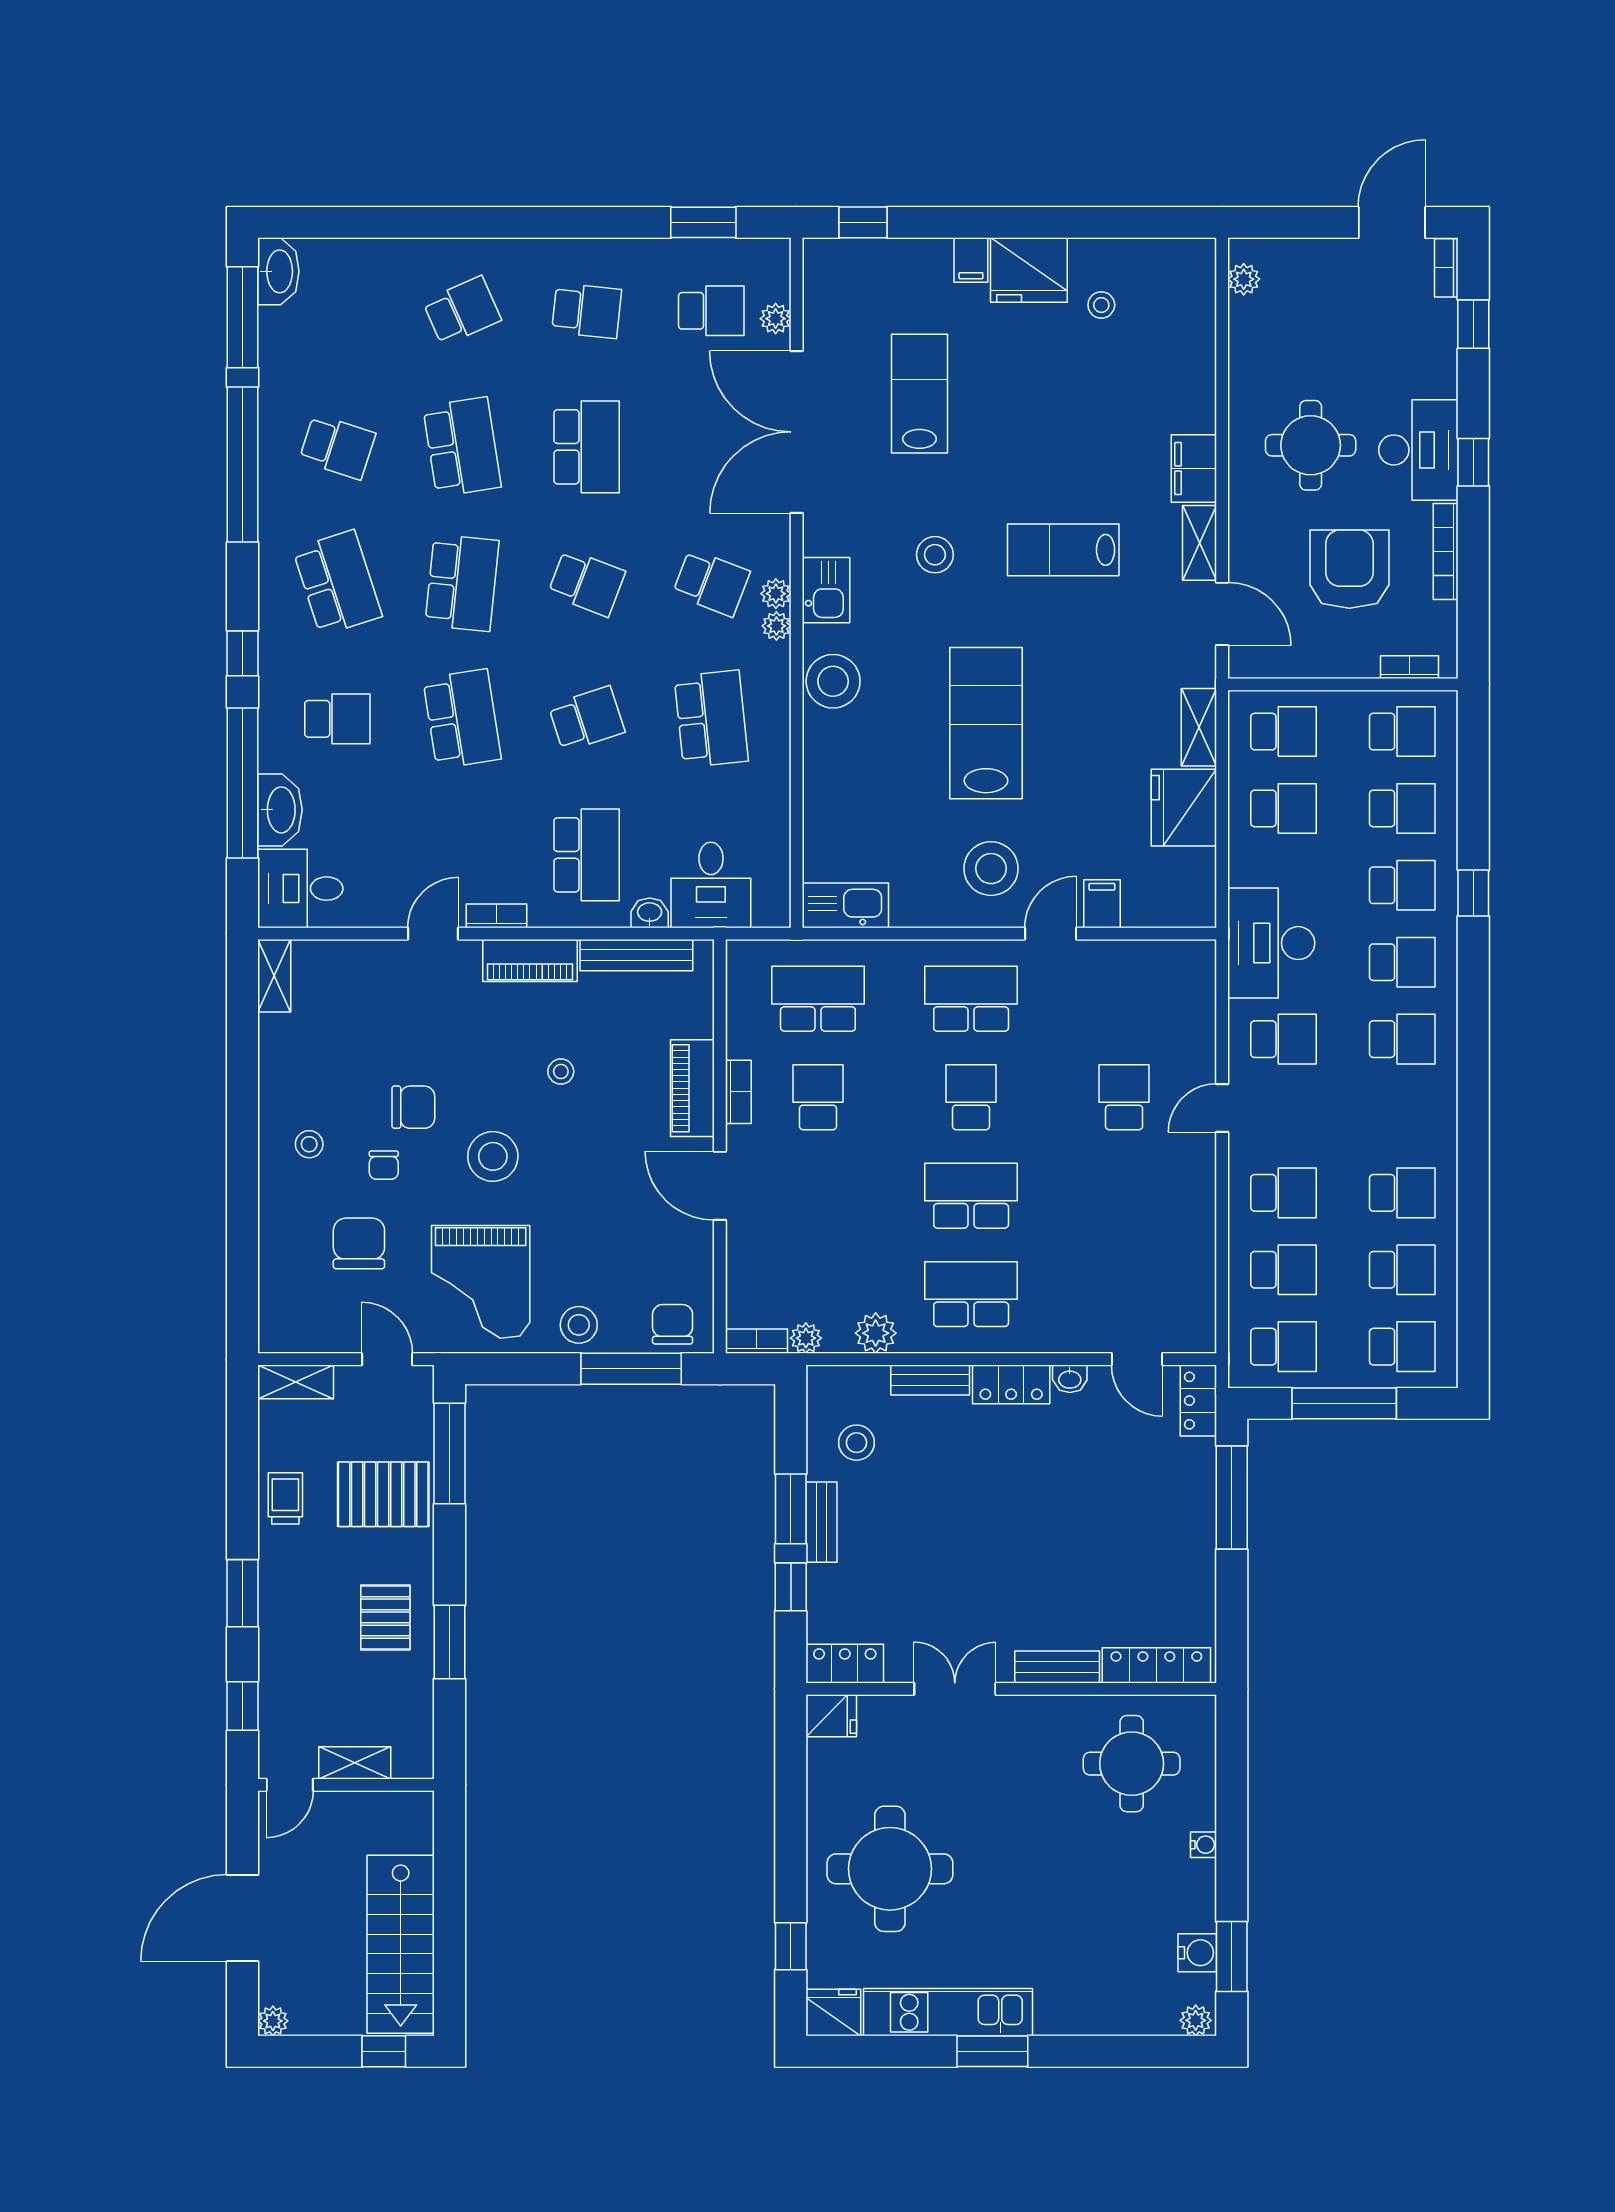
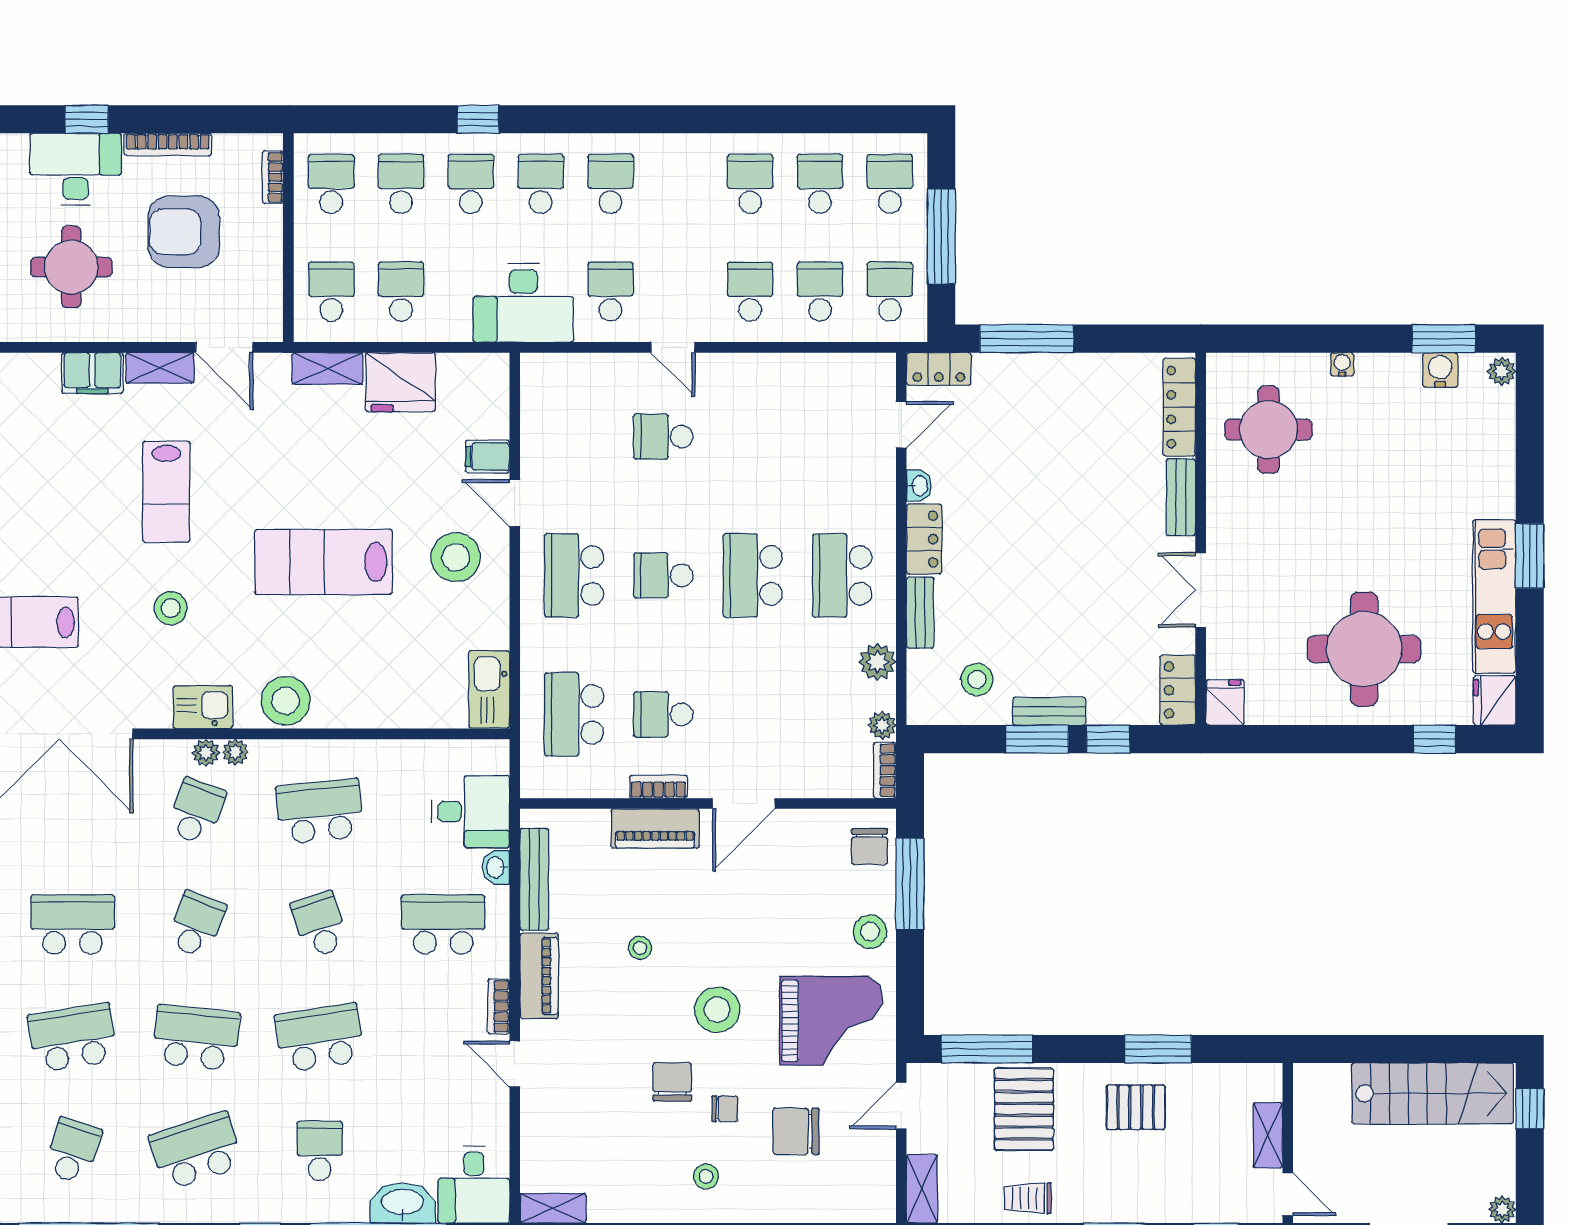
door: (1222, 614) -> (224, 347), swing flipped
chair: (673, 1324) -> (870, 846), turned -90

